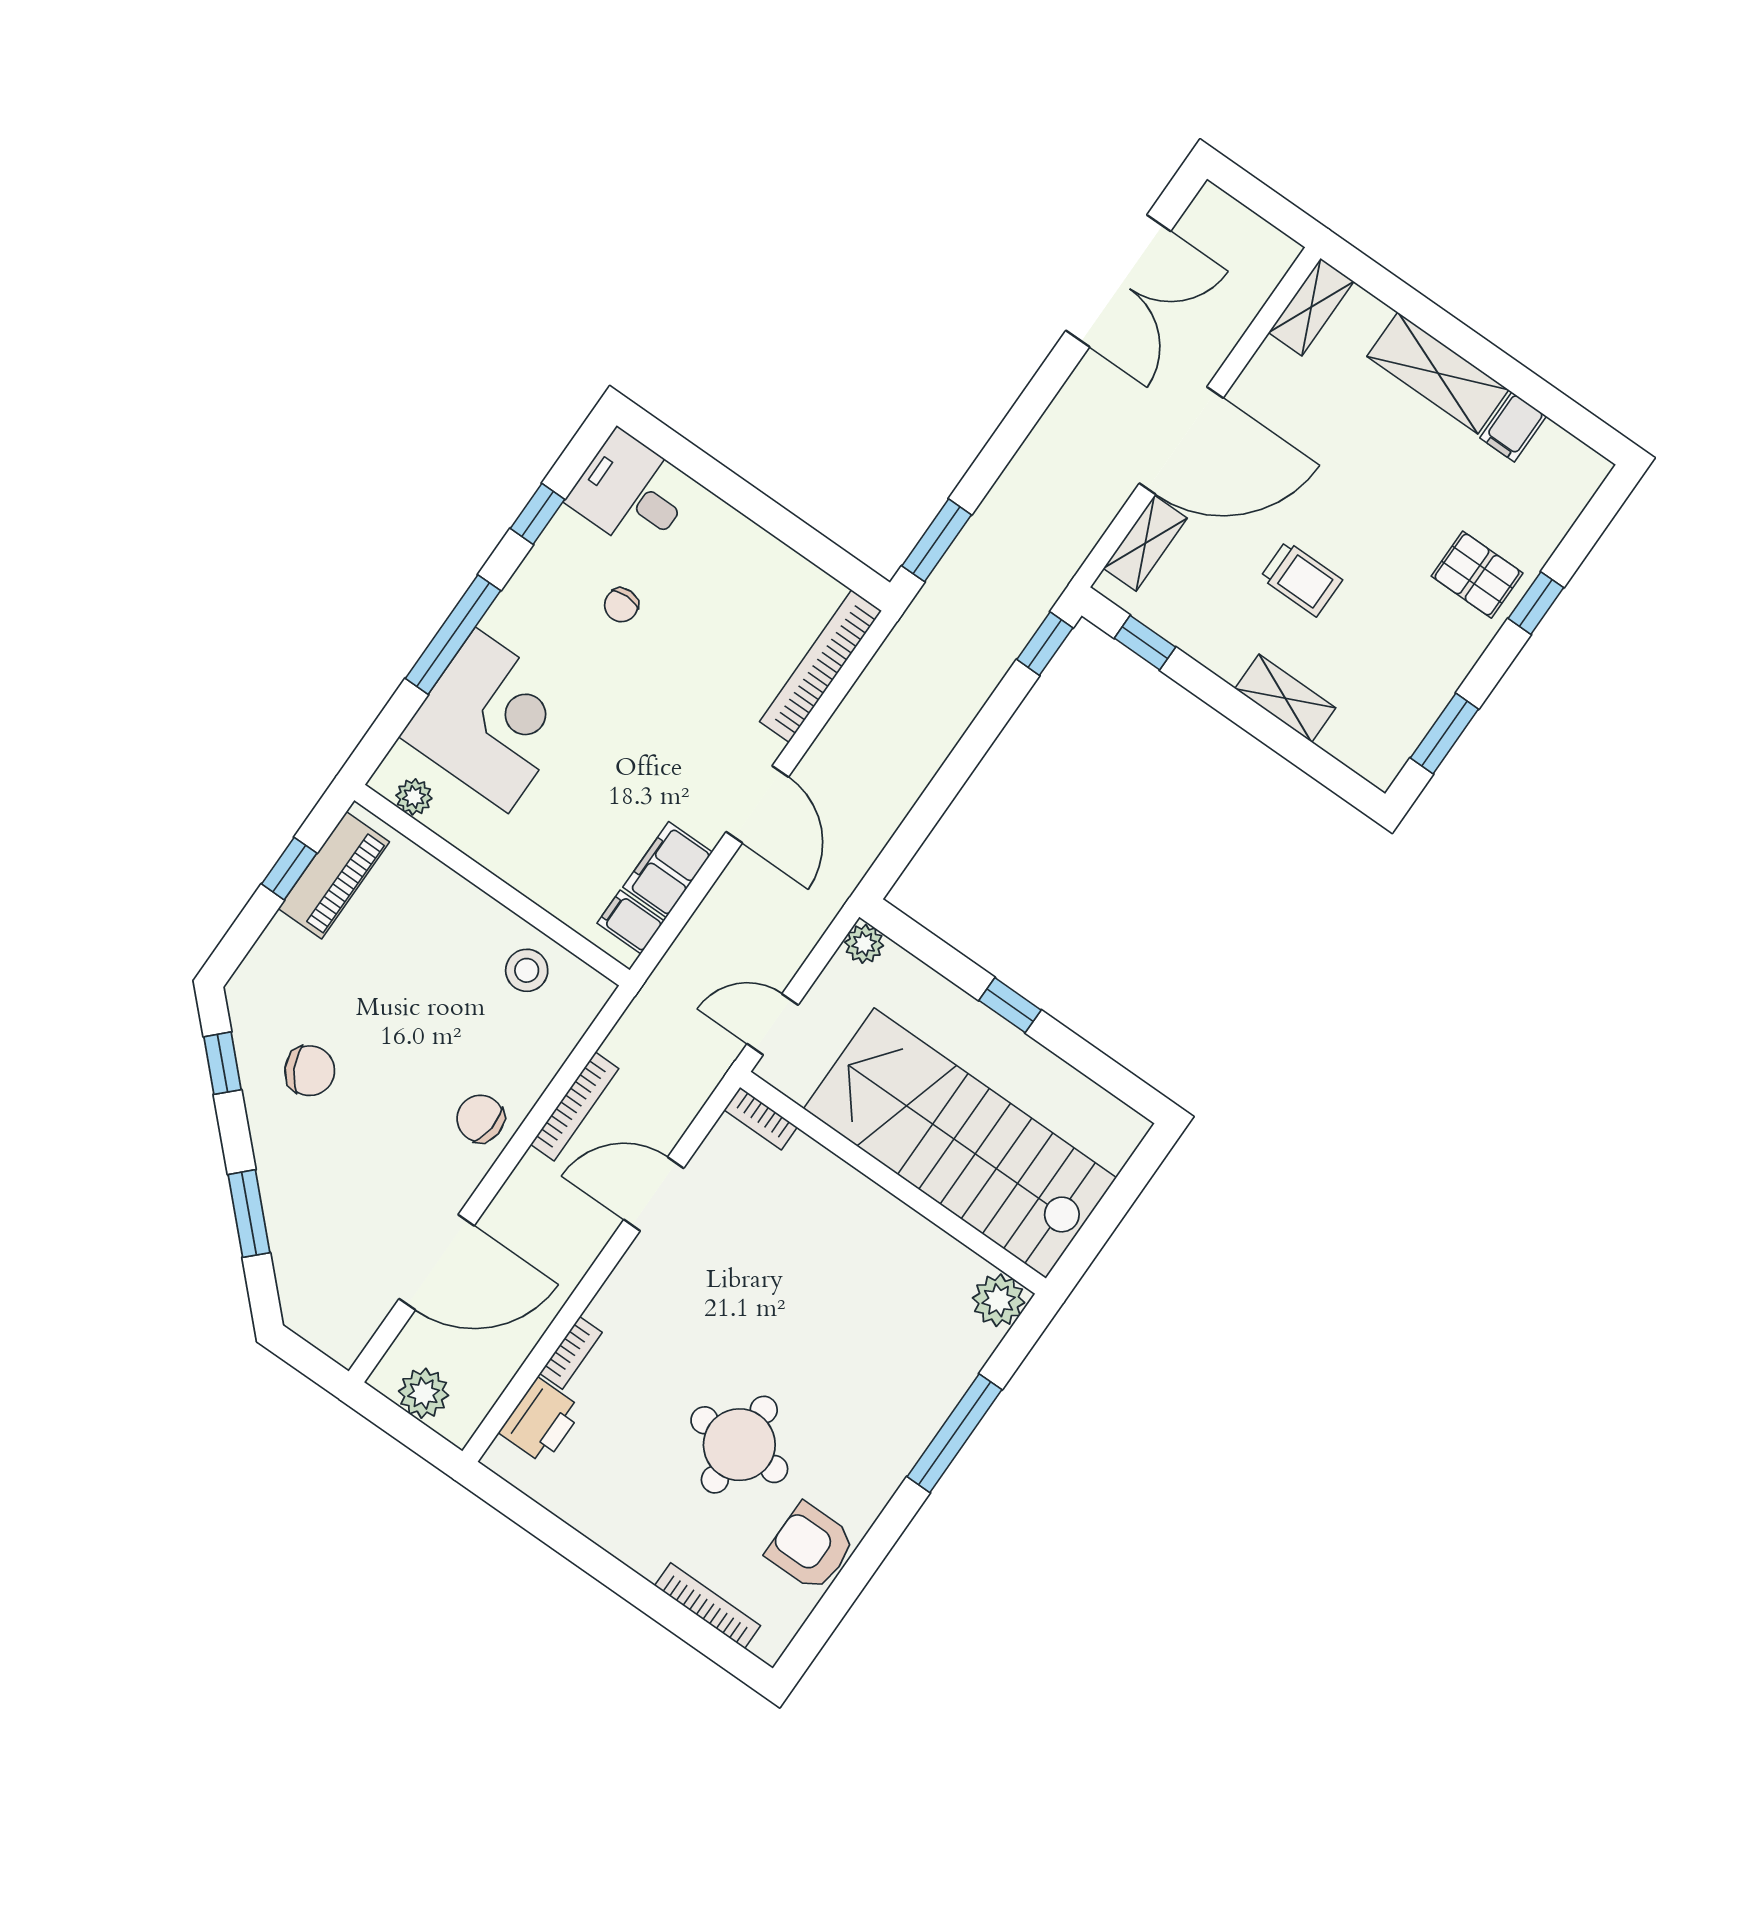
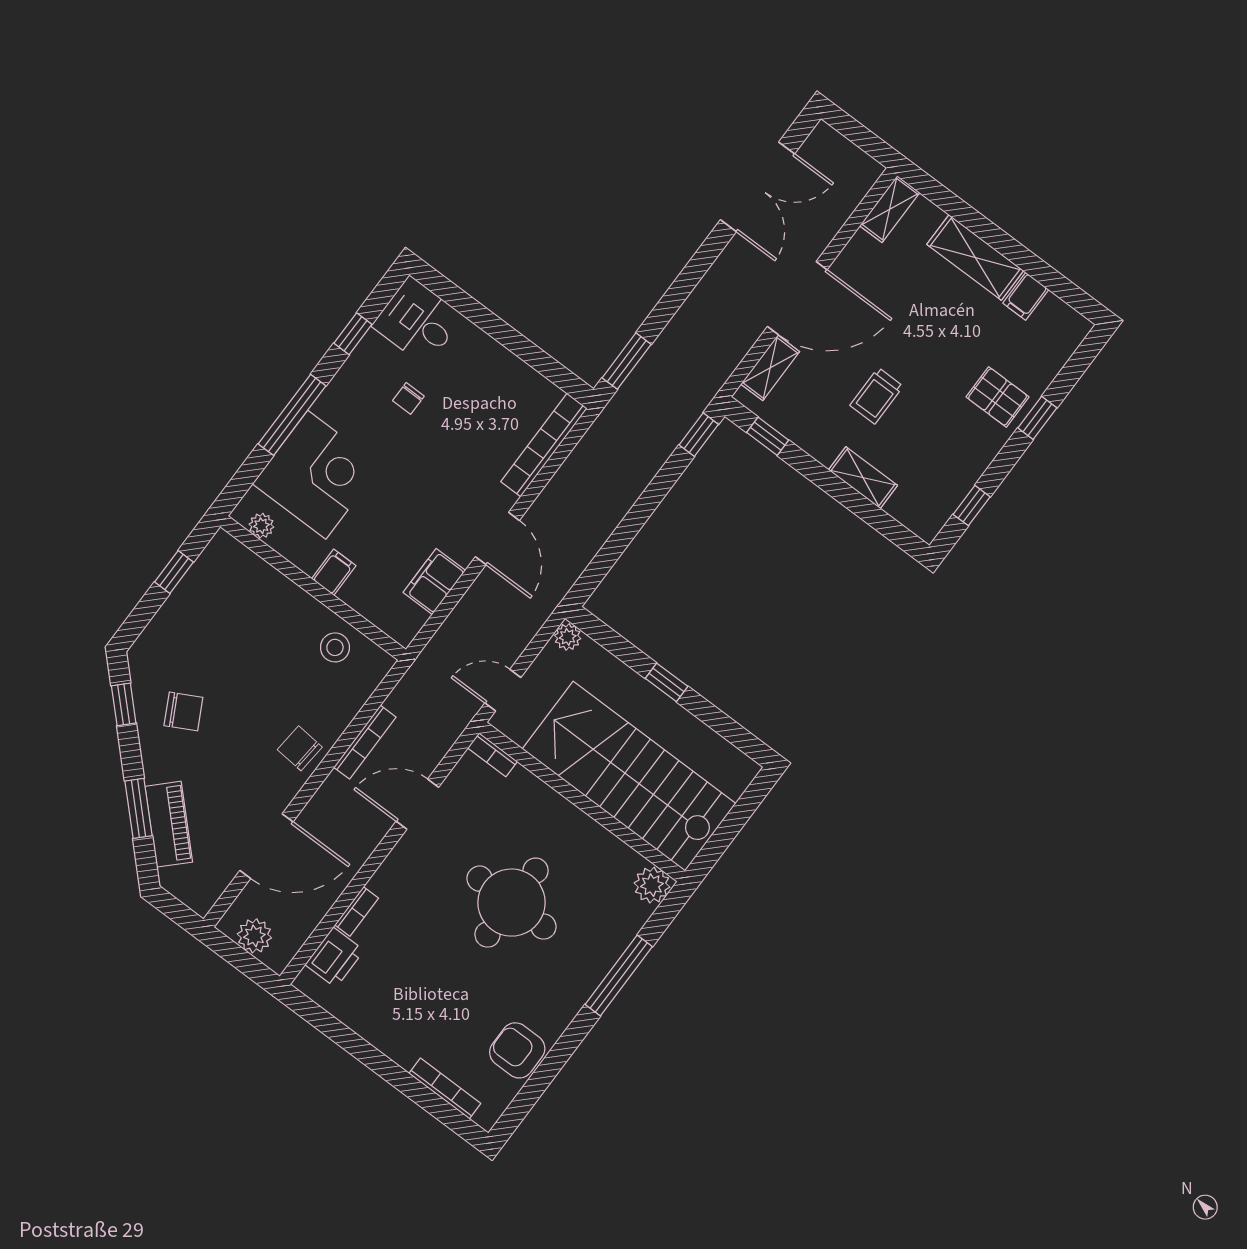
trolley: (1301, 579) -> (877, 396), turned 90
window: (1444, 734) -> (972, 506), width x0.67
piano: (334, 875) -> (169, 824), moved, turned -45
filing cabinet: (631, 922) -> (334, 572), moved, turned 90
round table: (739, 1445) -> (512, 903), moved, width x1.36, depth x1.36

